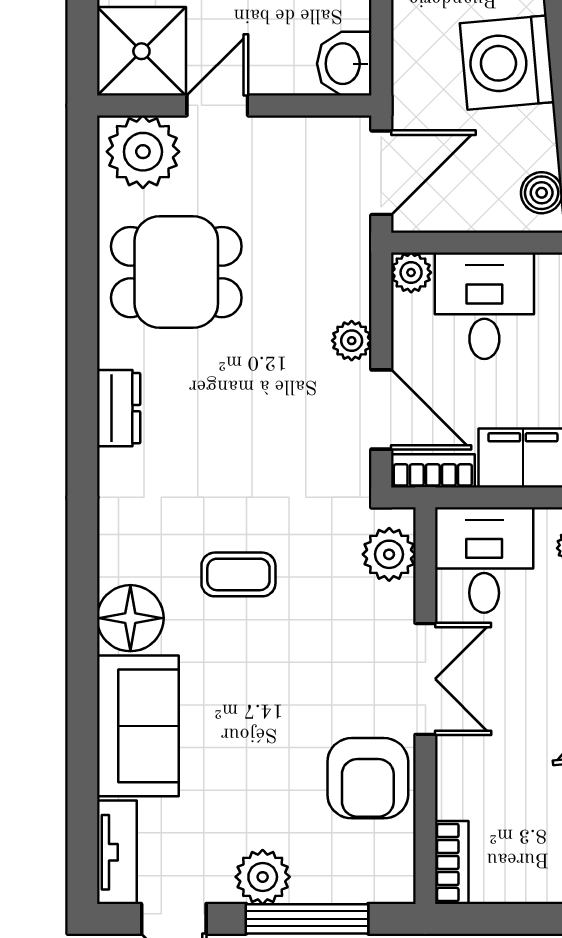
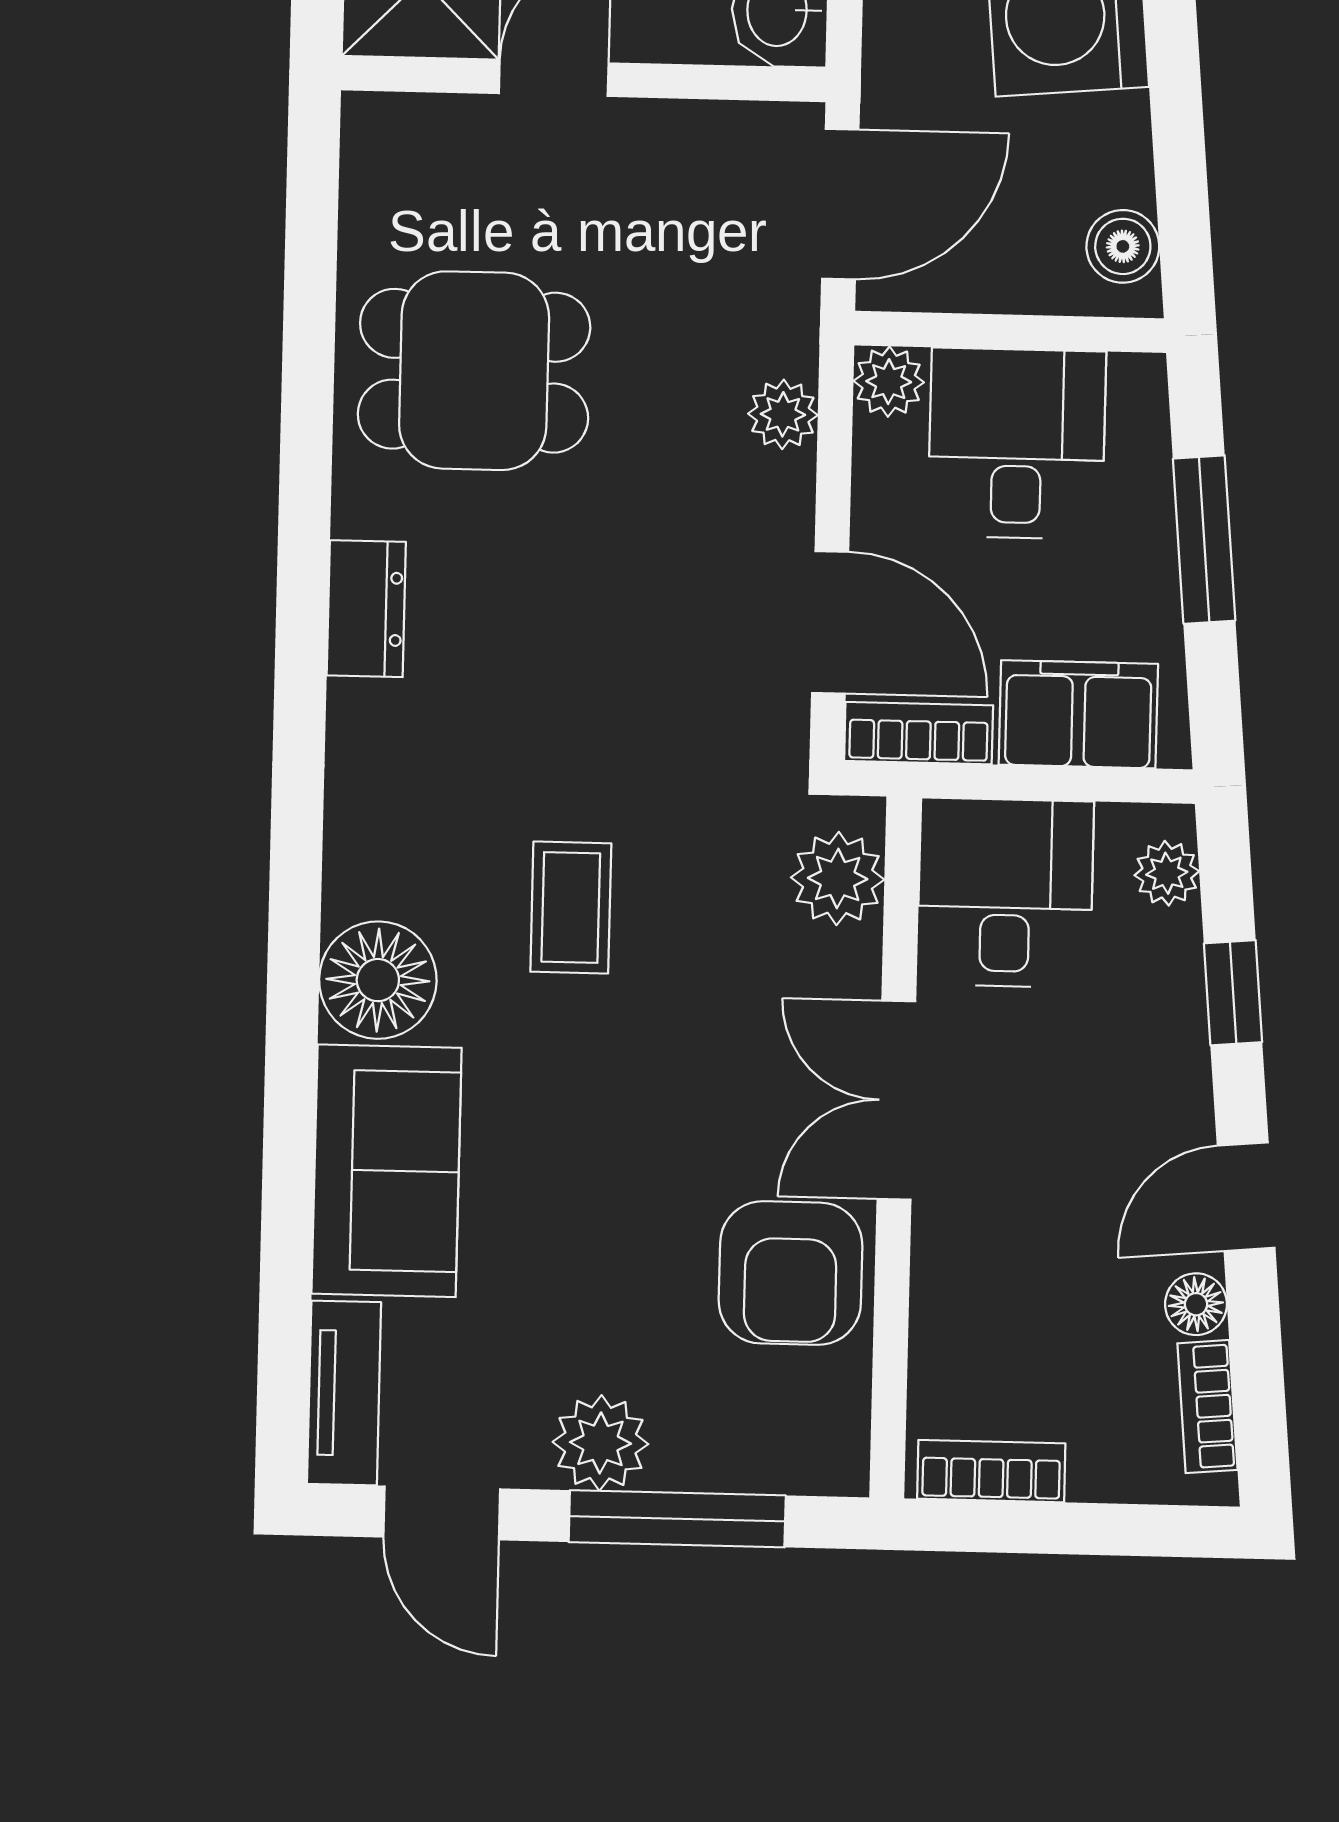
plant: (143, 152) -> (420, 157), removed
plant: (352, 341) -> (783, 414), moved
coffee table: (238, 574) -> (571, 908), turned 90
double door: (425, 679) -> (896, 1100), swing flipped
bookcase: (452, 862) -> (991, 1471), moved, turned -90

